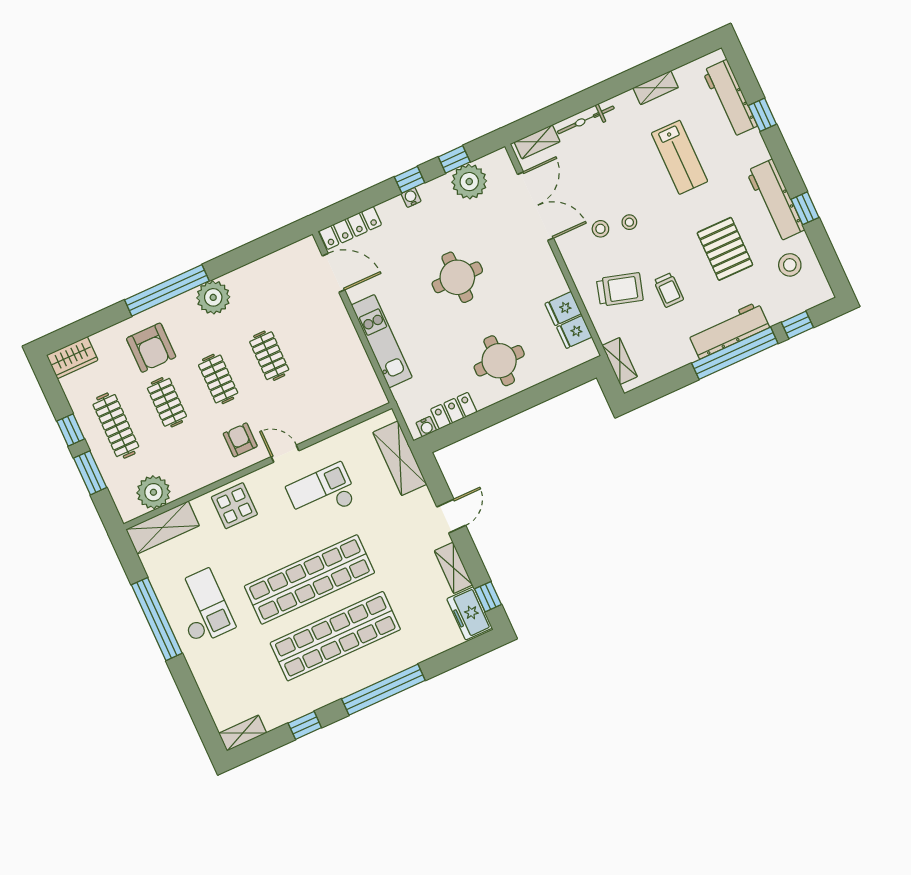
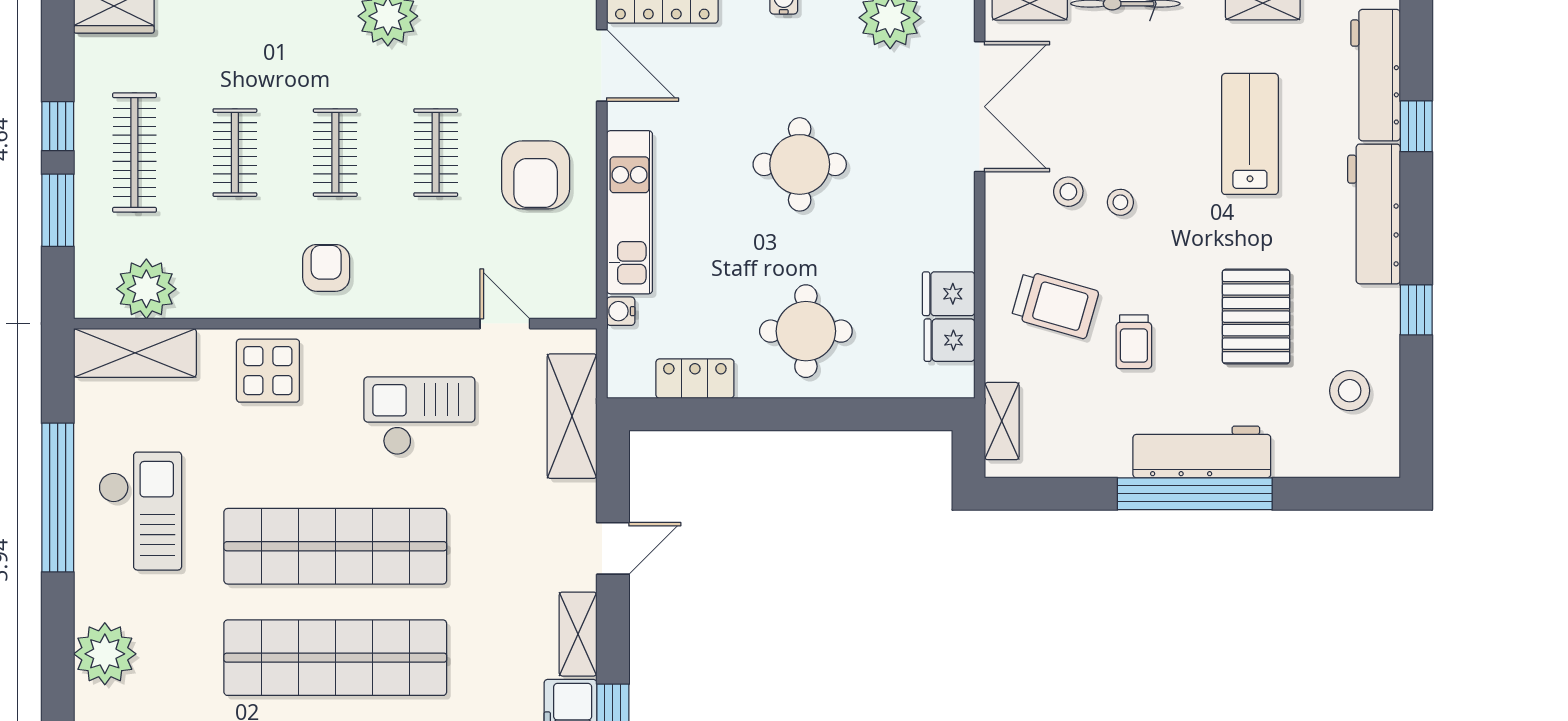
lab bench: (680, 157) -> (1250, 134), turned 180
workbench: (775, 200) -> (1374, 214), moved
window: (797, 325) -> (1317, 494), removed
armchair: (151, 348) -> (536, 175), moved
water cooler: (426, 427) -> (621, 311), moved, turned 90
door: (285, 454) -> (505, 324), moved
plant: (217, 688) -> (105, 654), added

